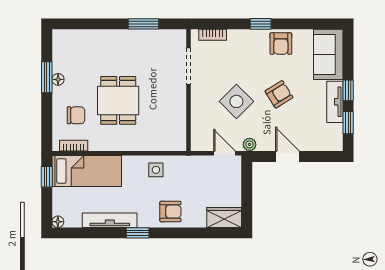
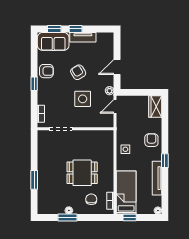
window: (143, 24) -> (34, 180), moved
side table: (236, 101) -> (83, 99), turned 45
window: (348, 123) -> (54, 29), moved

